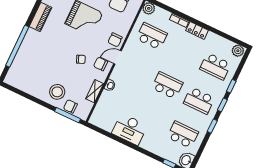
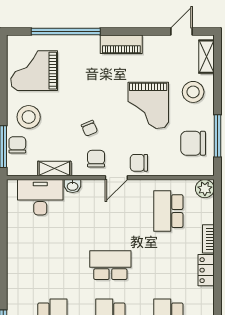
school desk: (152, 36) -> (168, 211), turned 180
door: (117, 57) -> (116, 178), swing flipped
grand piano: (31, 76) -> (34, 71), added
school desk: (167, 85) -> (110, 265), turned -90
desk: (130, 129) -> (40, 197), moved, turned 90

